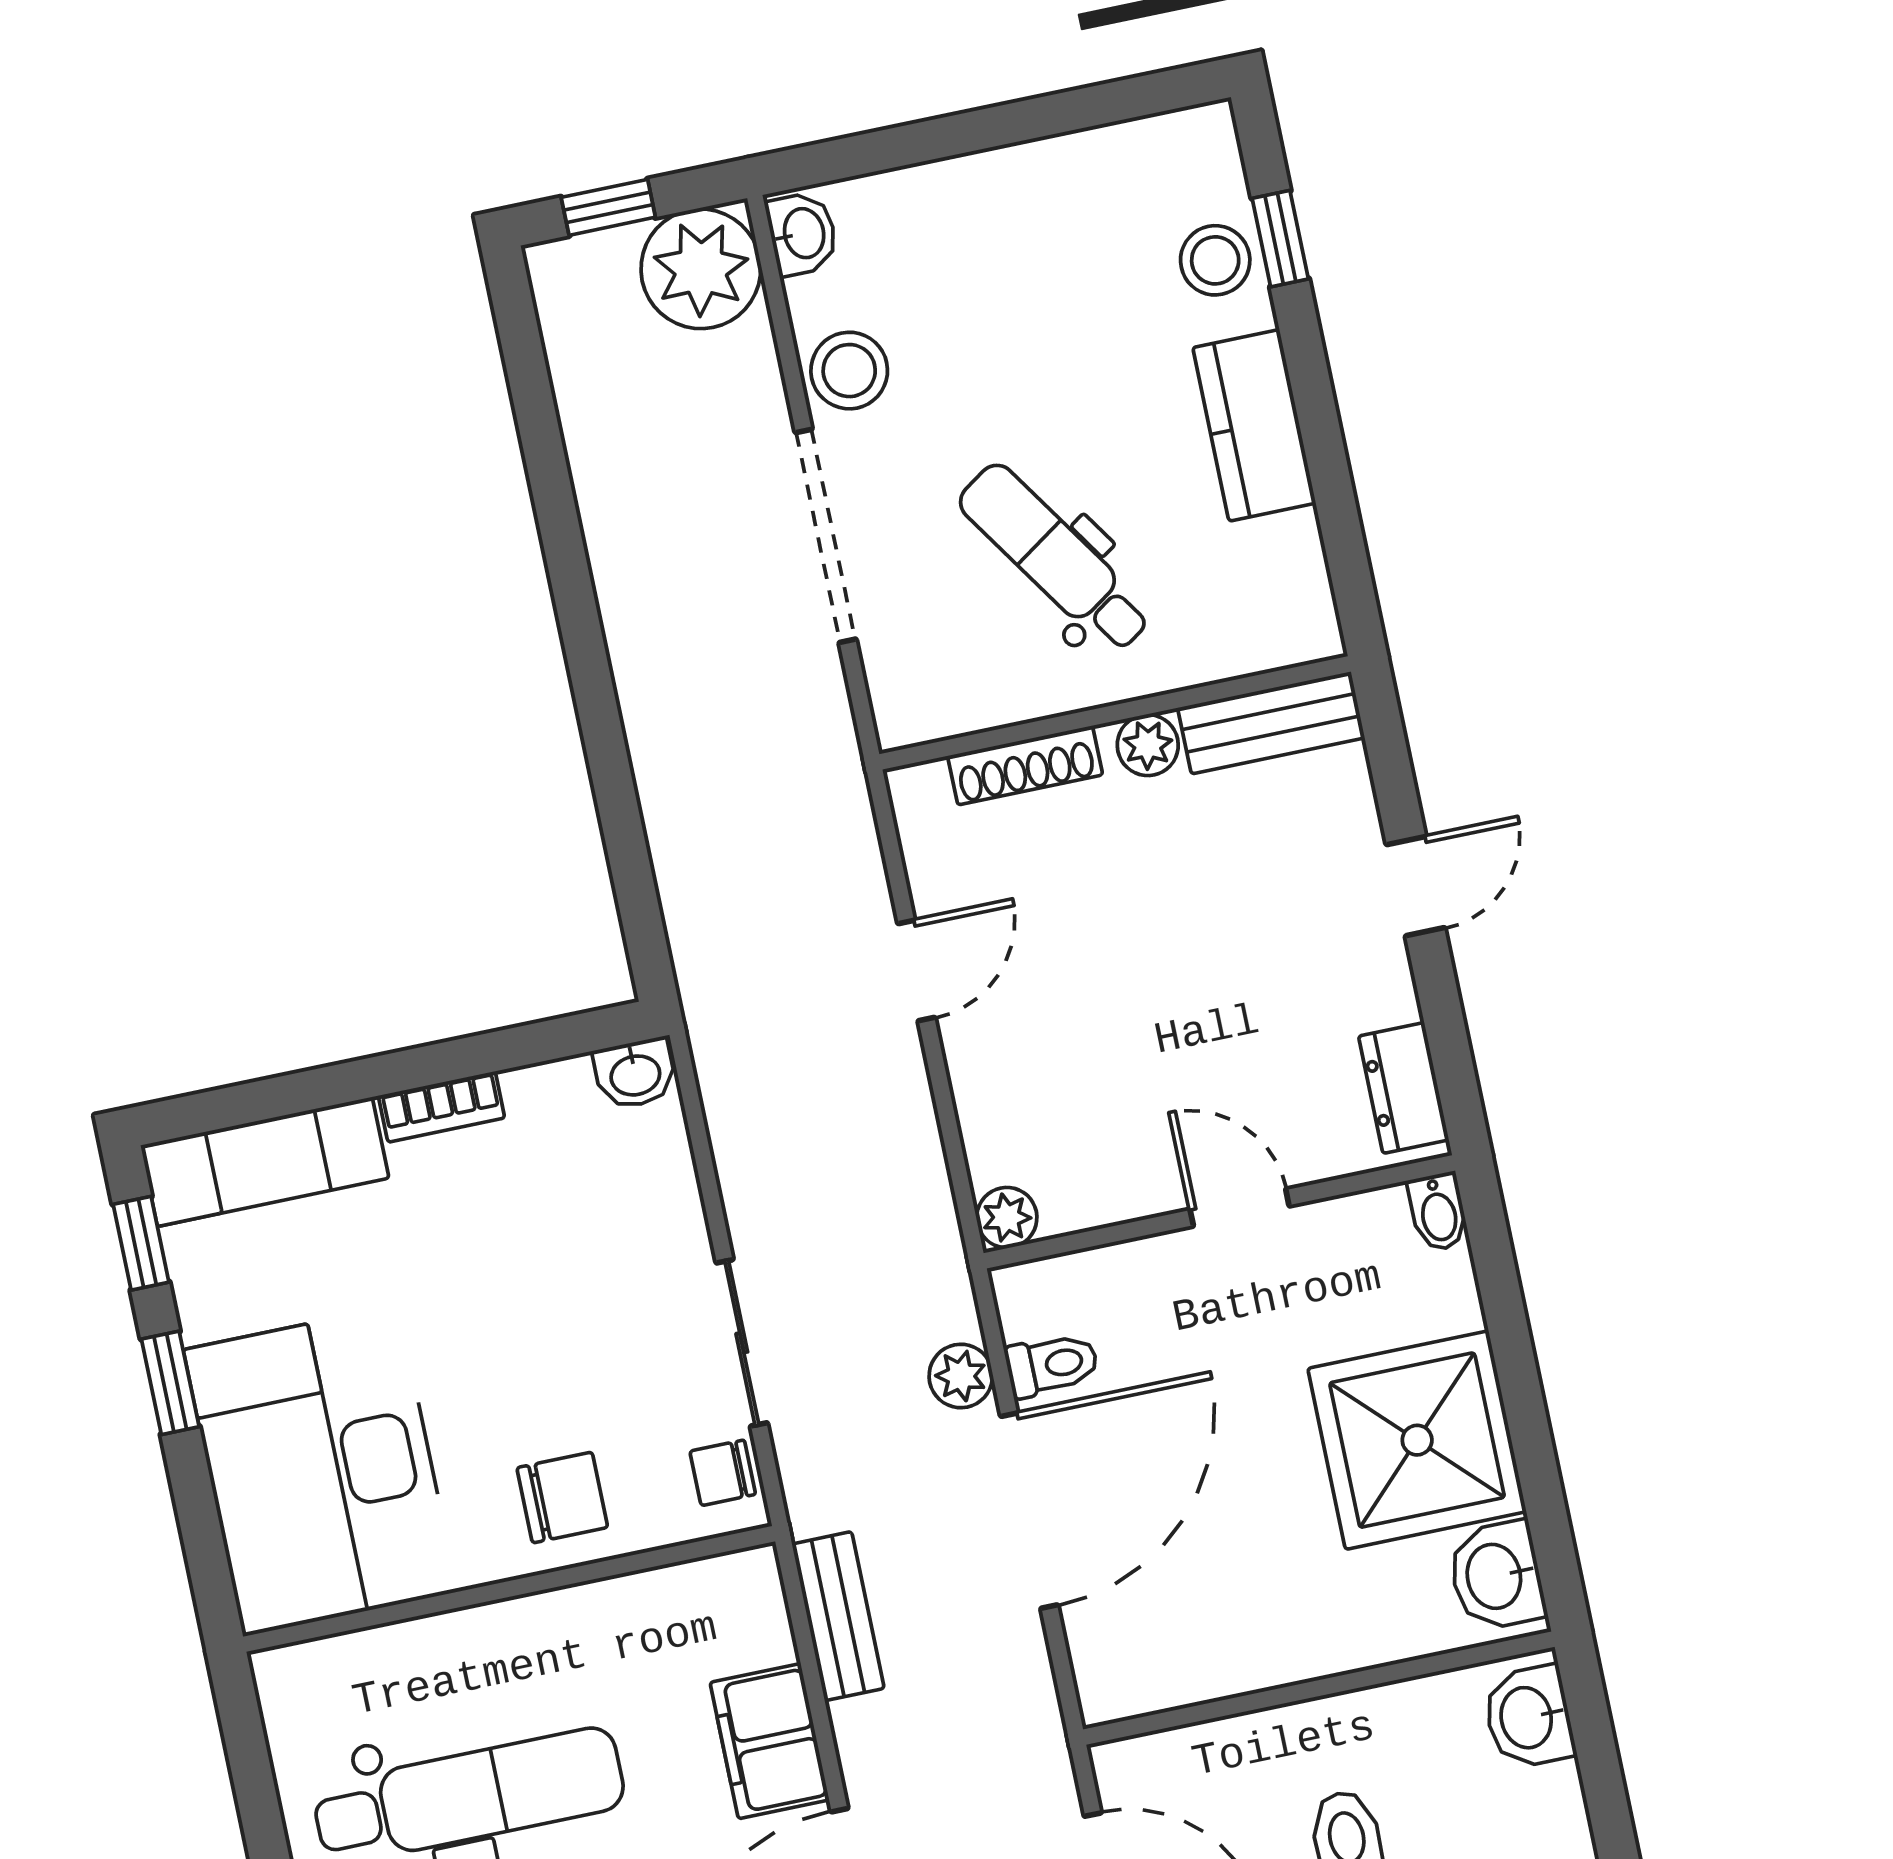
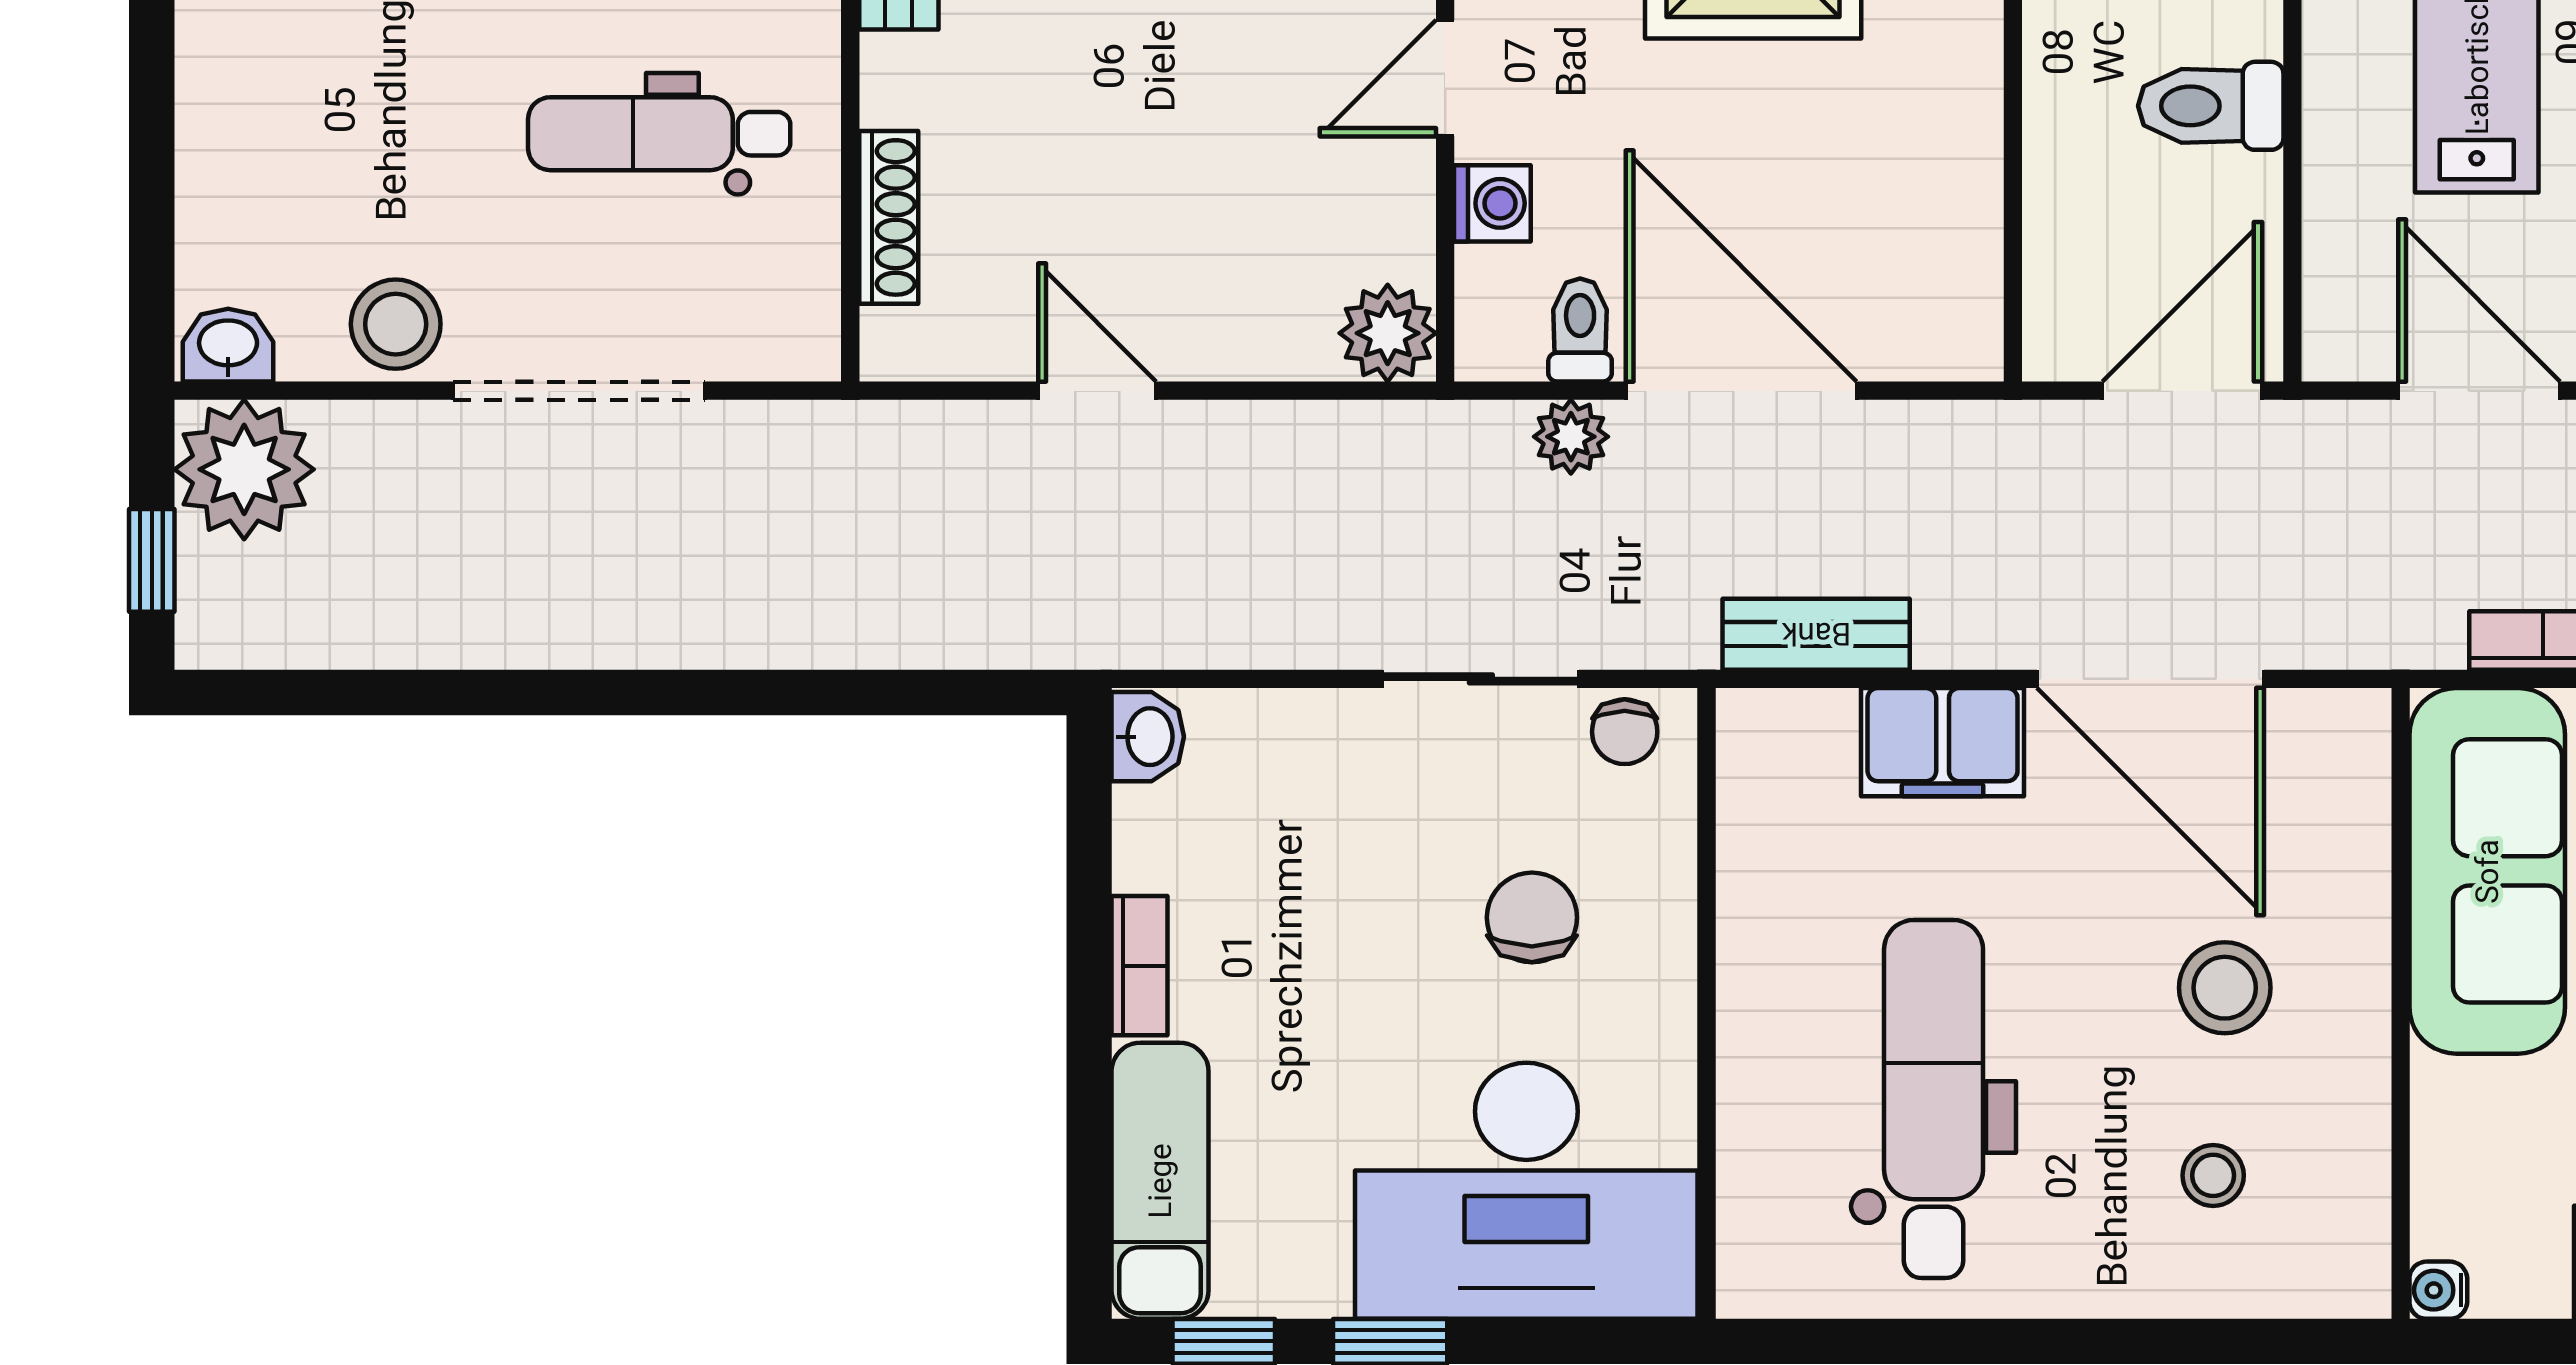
dental chair: (1055, 558) -> (659, 134), turned 34
plant: (1148, 745) -> (895, 72), removed
plant: (1007, 1218) -> (1388, 333), width x1.38, depth x1.38
washing machine: (1143, 1269) -> (1492, 203), added
chair: (562, 1498) -> (1532, 917), moved

